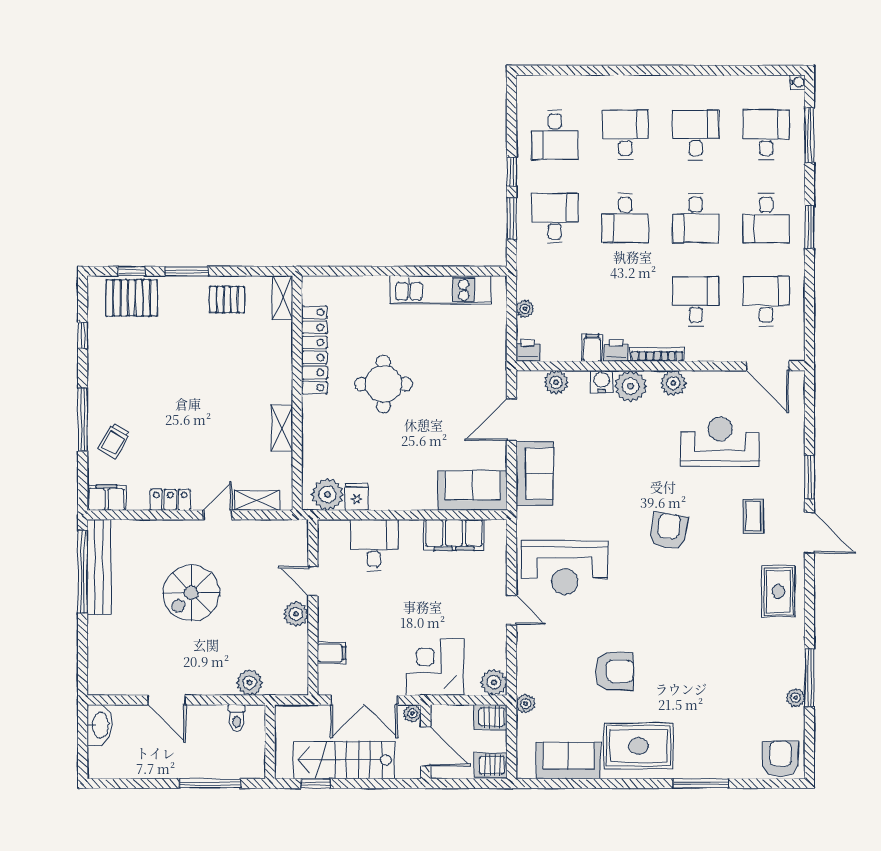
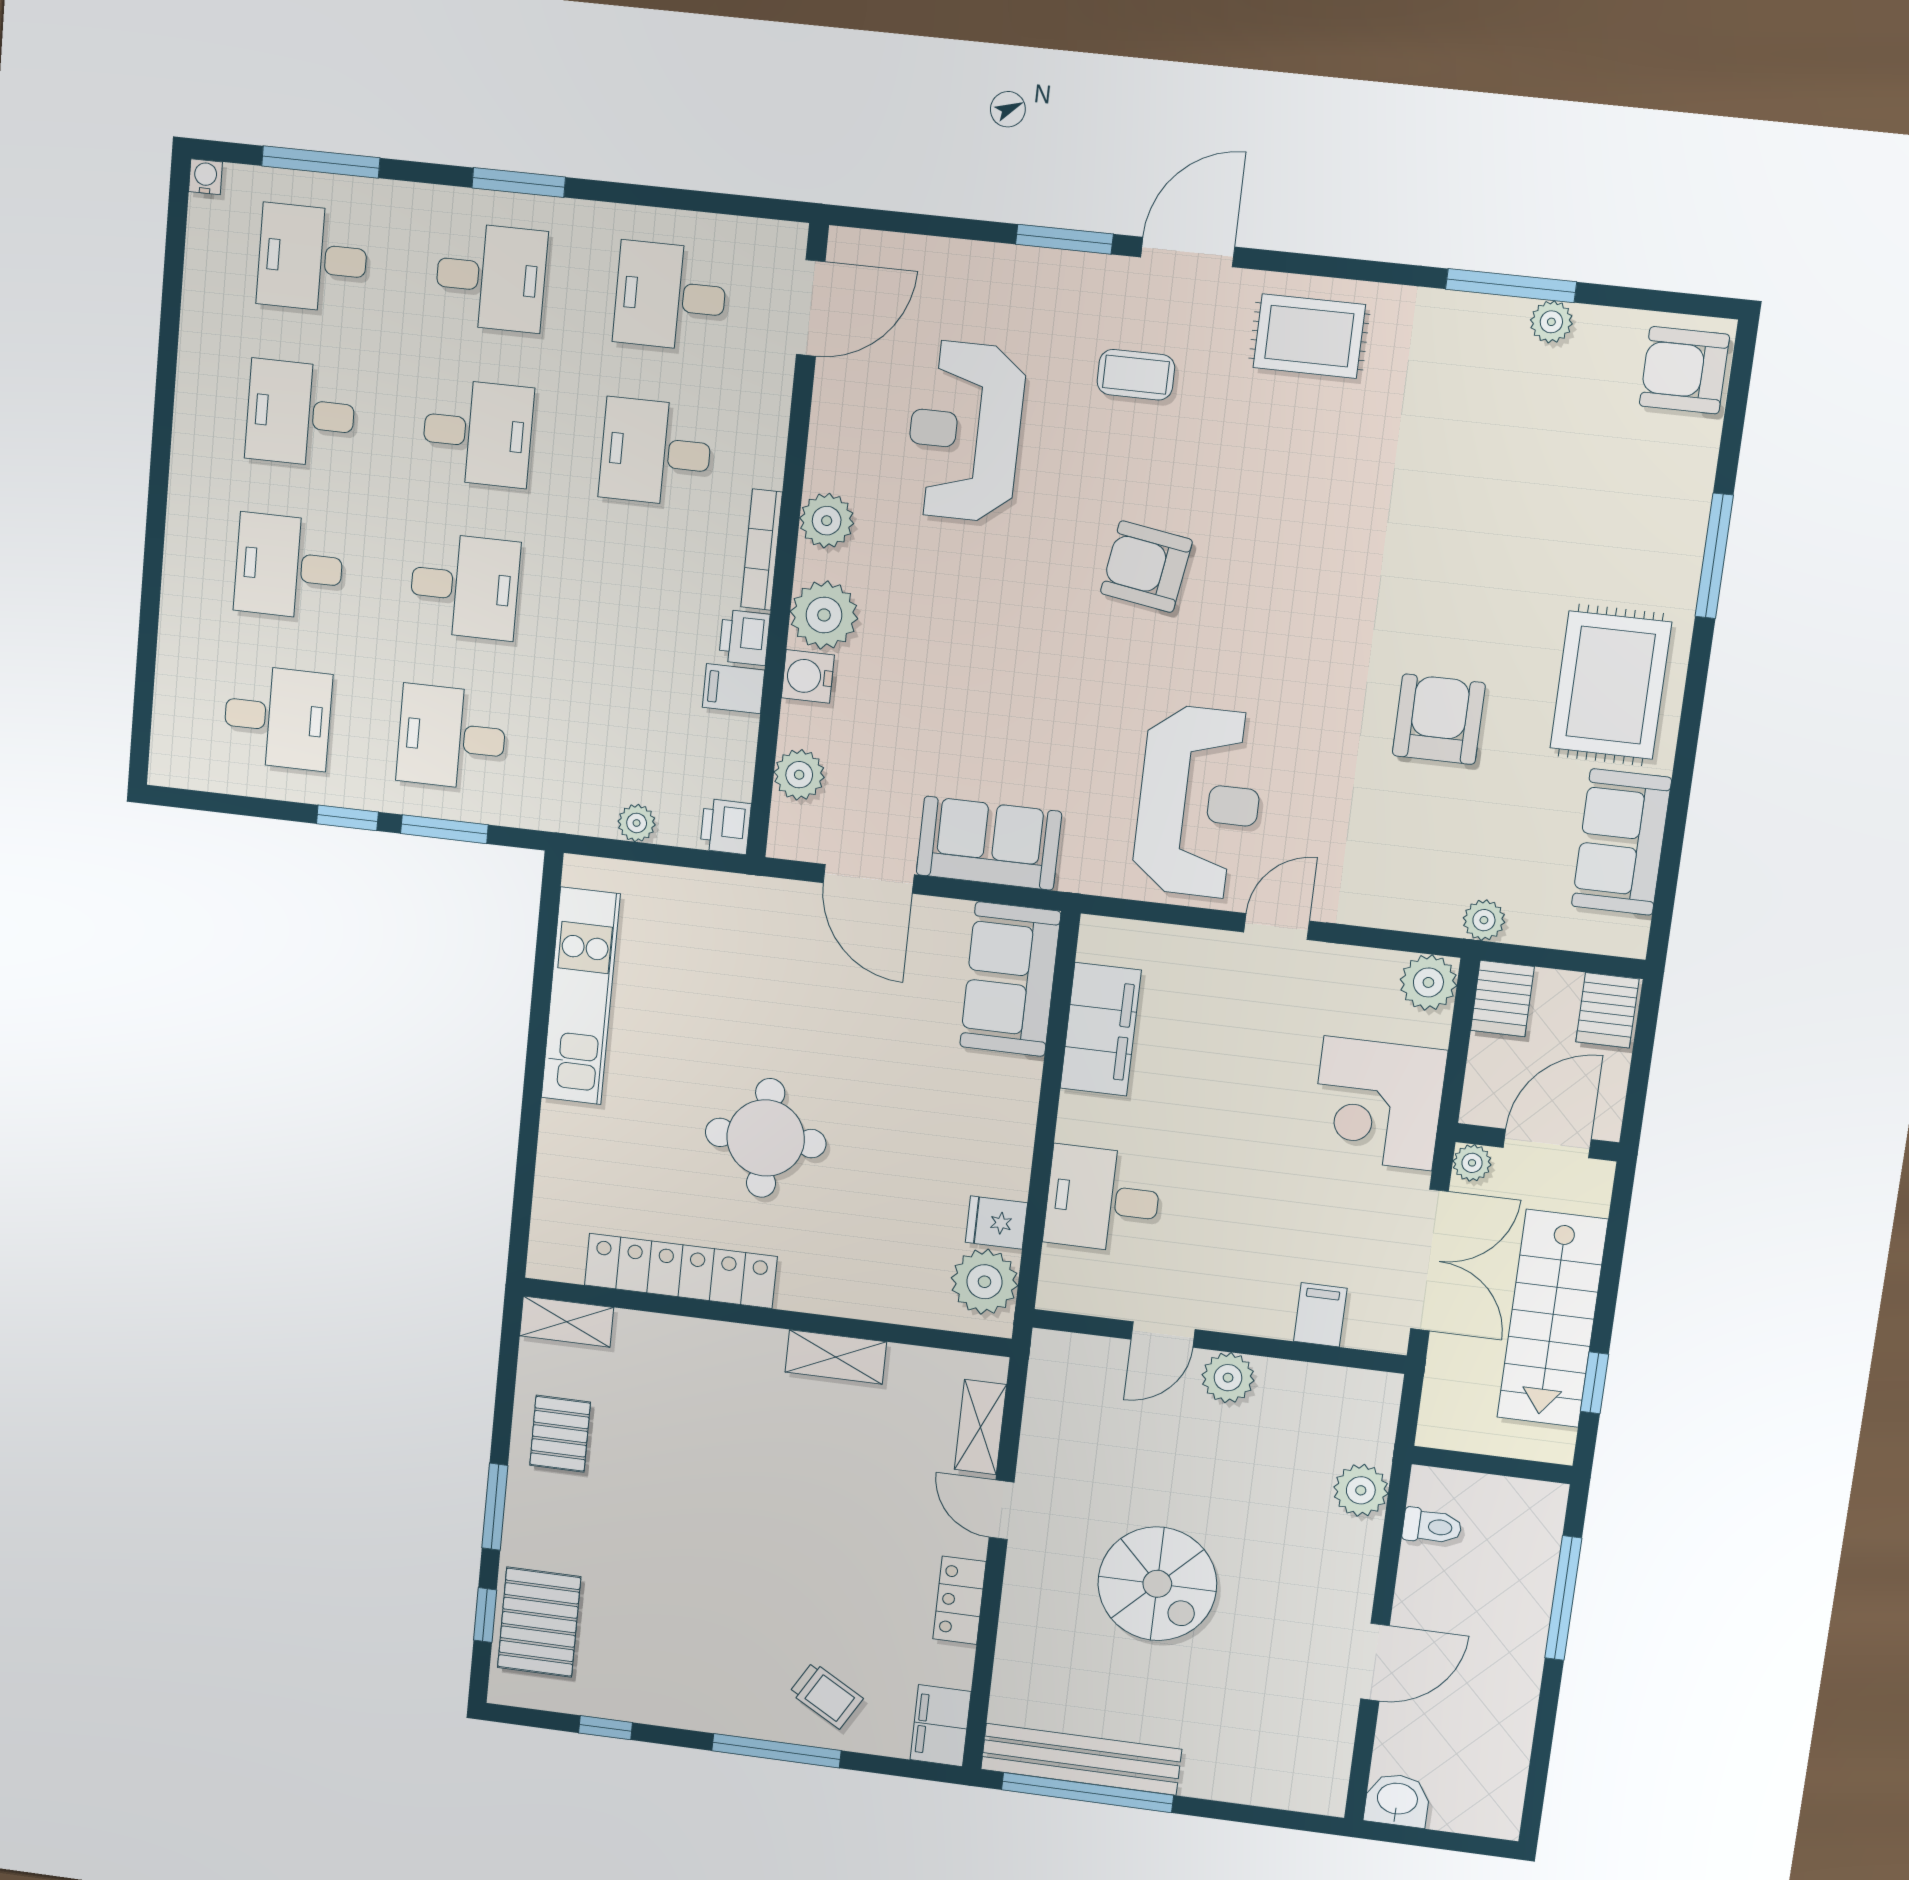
washbasin: (100, 725) -> (1397, 1800), width x0.72

